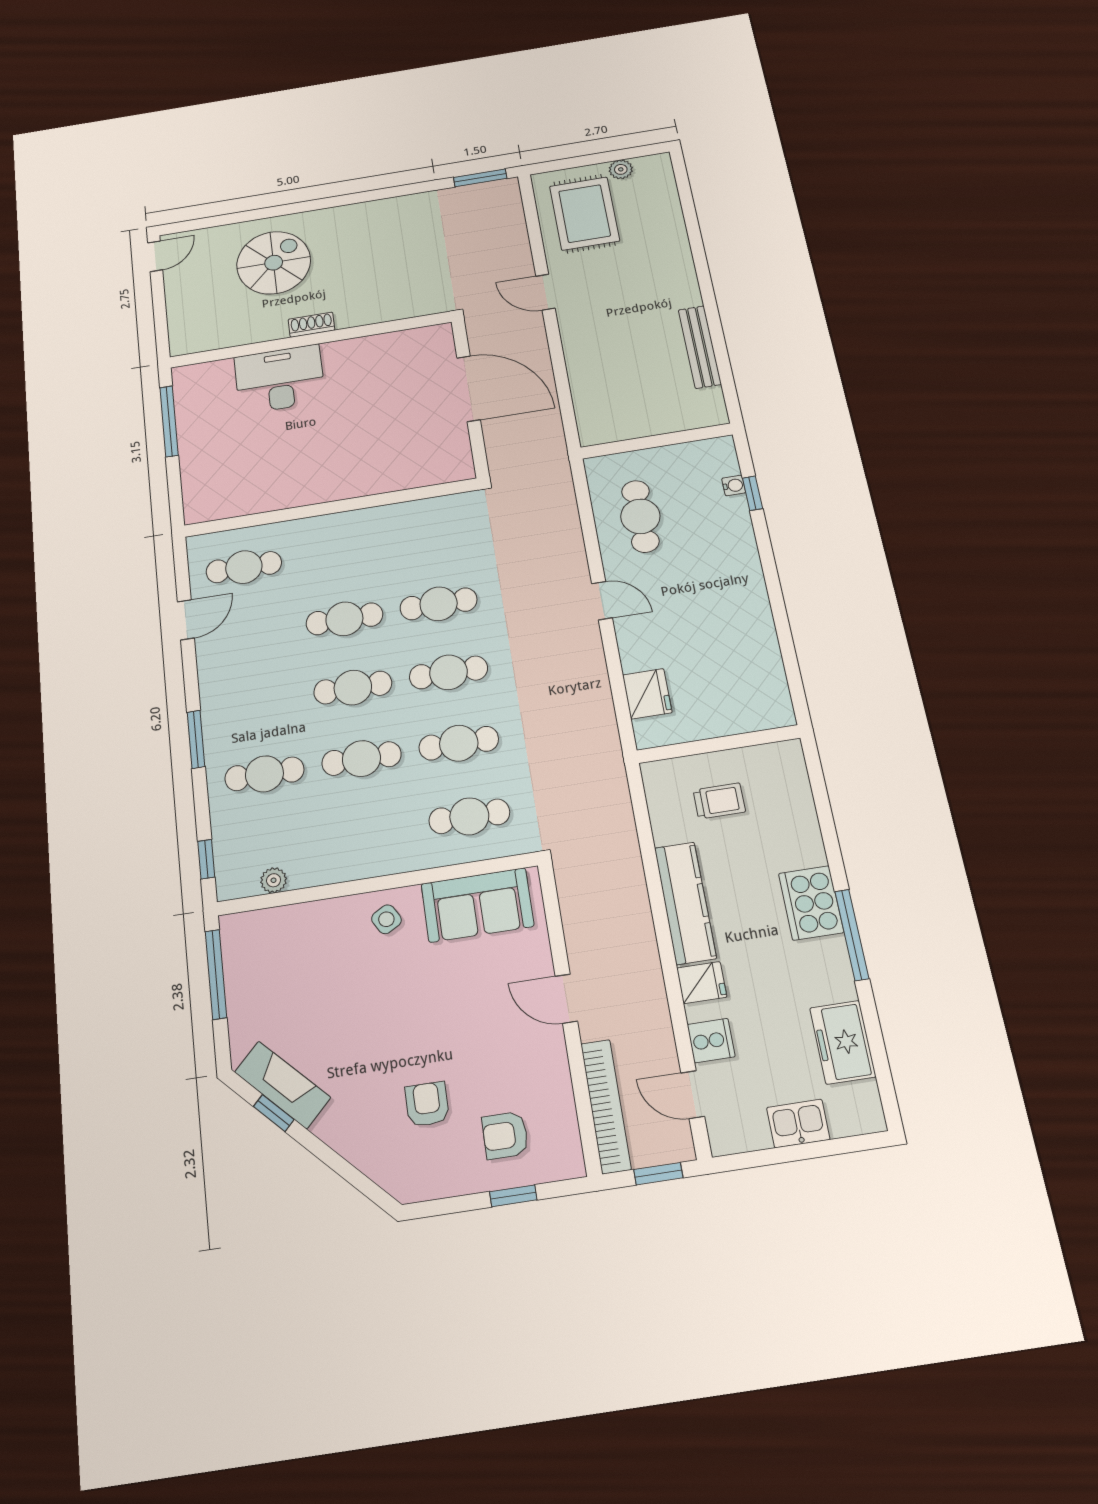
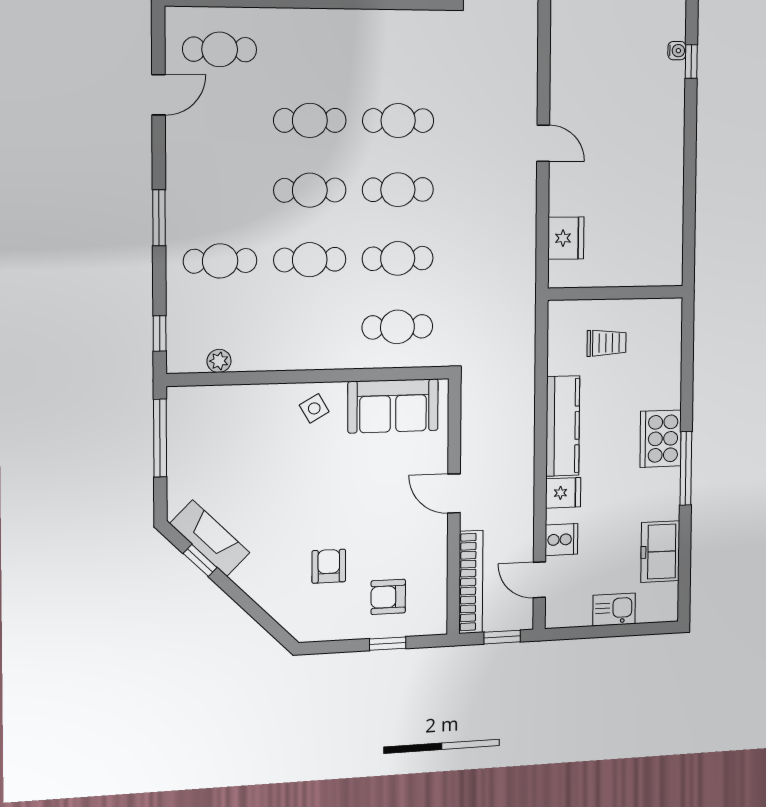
cafe table: (640, 516) -> (591, 66), removed

